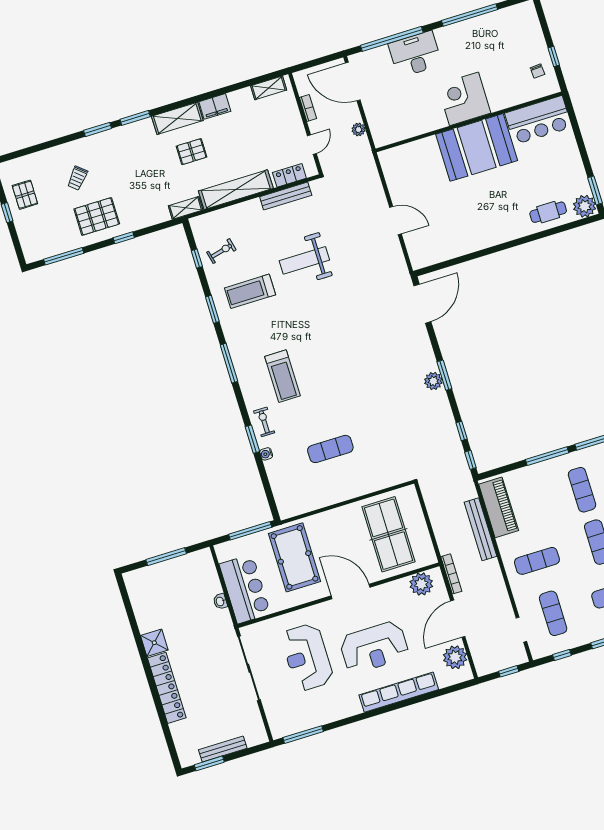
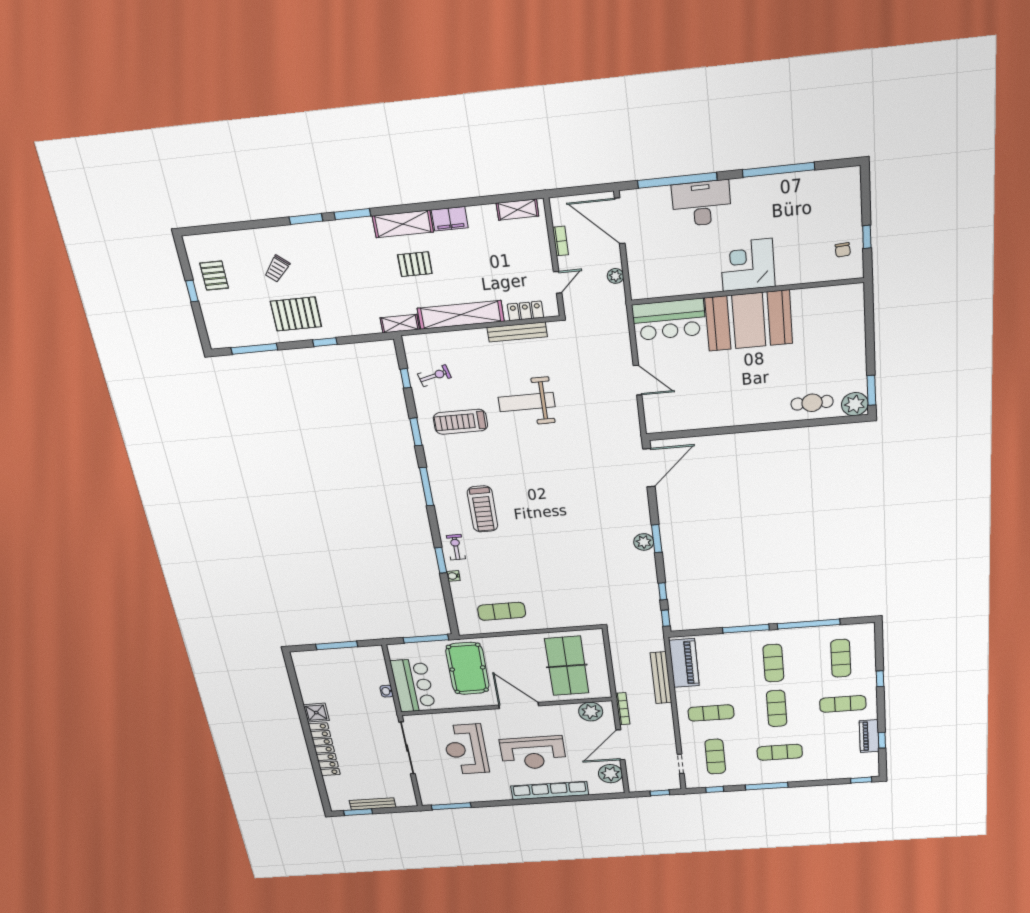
bar counter: (538, 120) -> (669, 320), moved
exercise mat: (330, 449) -> (502, 611), moved

